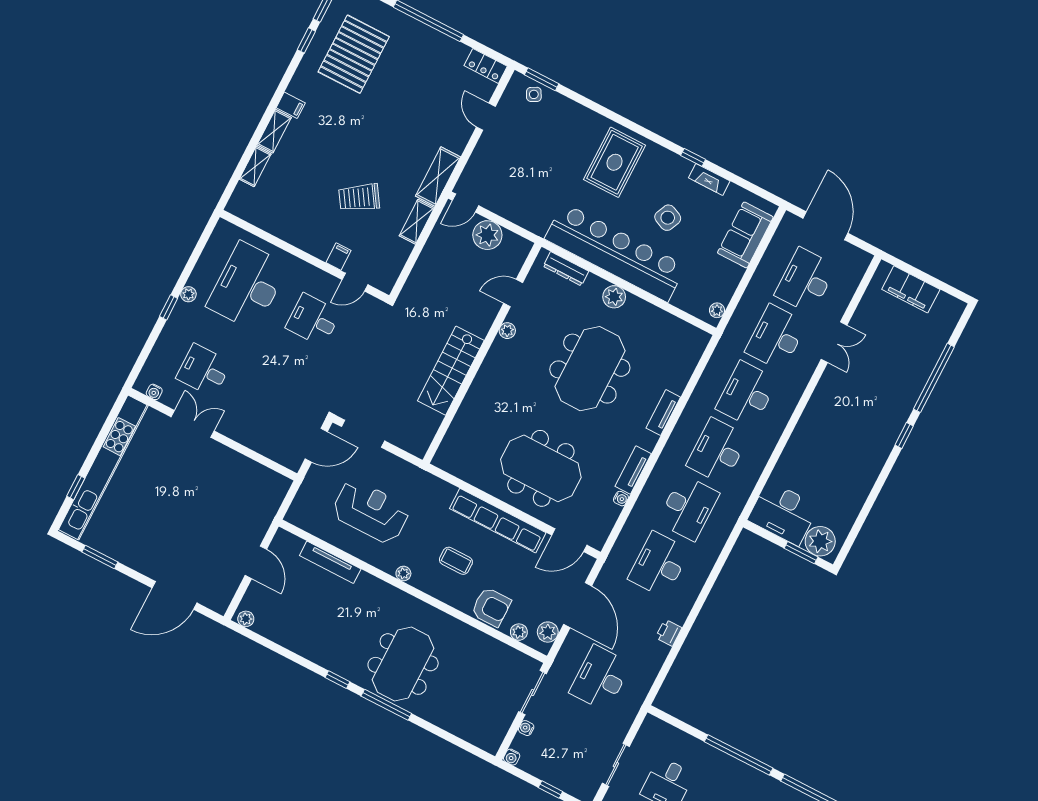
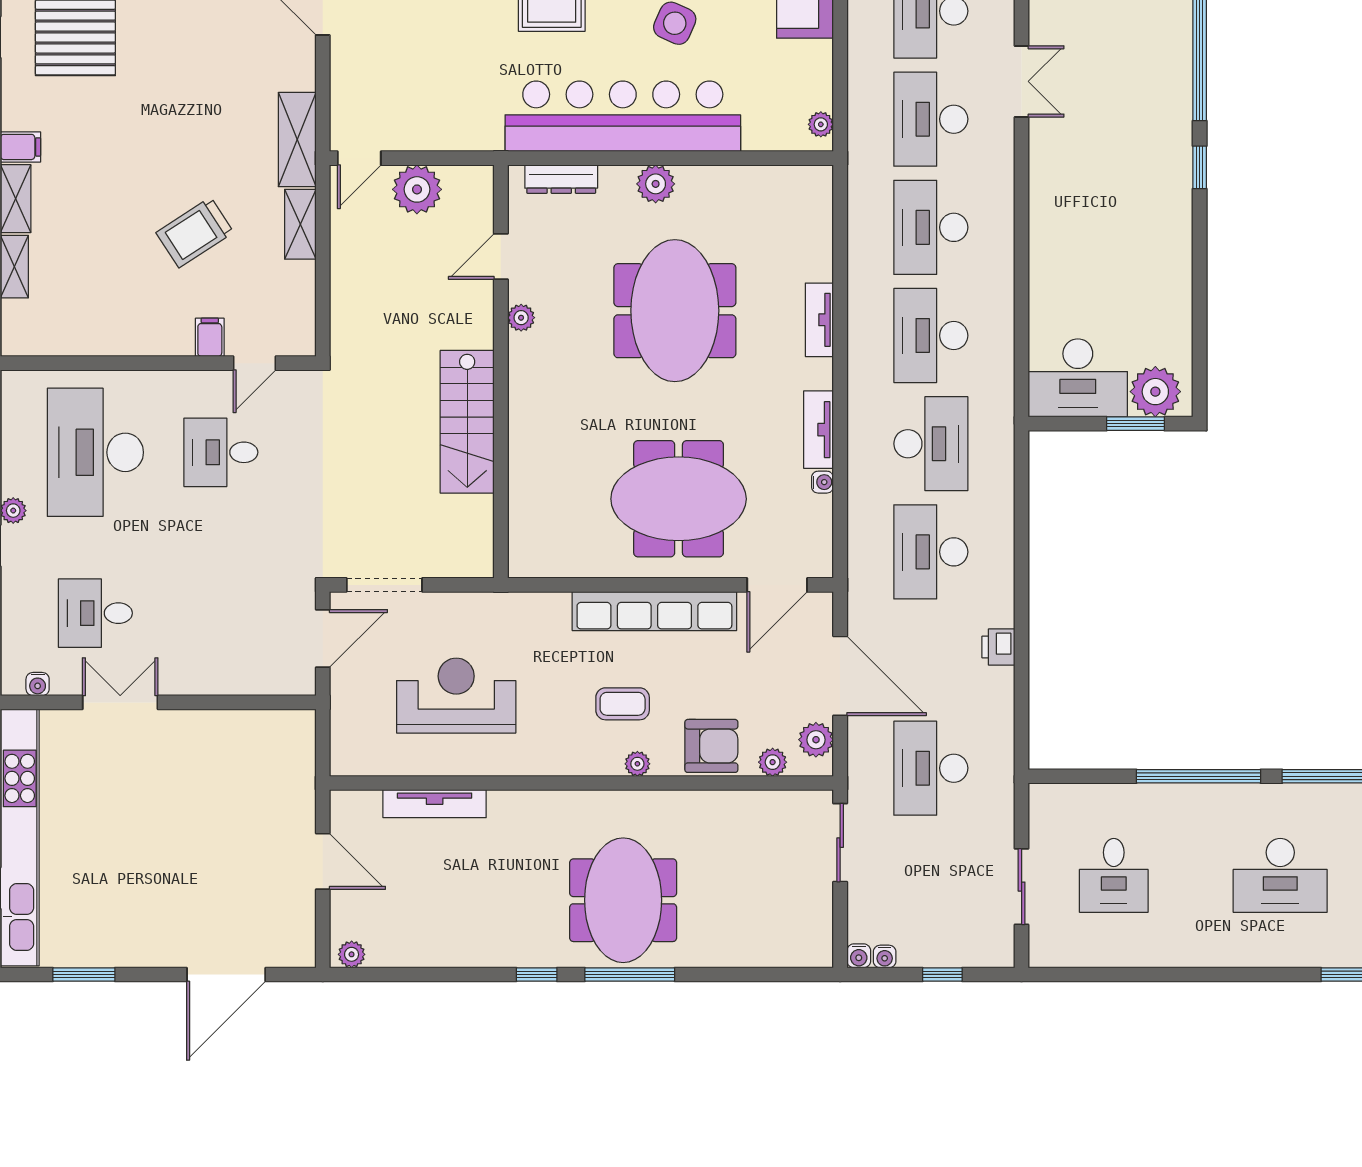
plant: (403, 574) -> (637, 764), moved
water cooler: (526, 728) -> (885, 956), moved, turned -90

